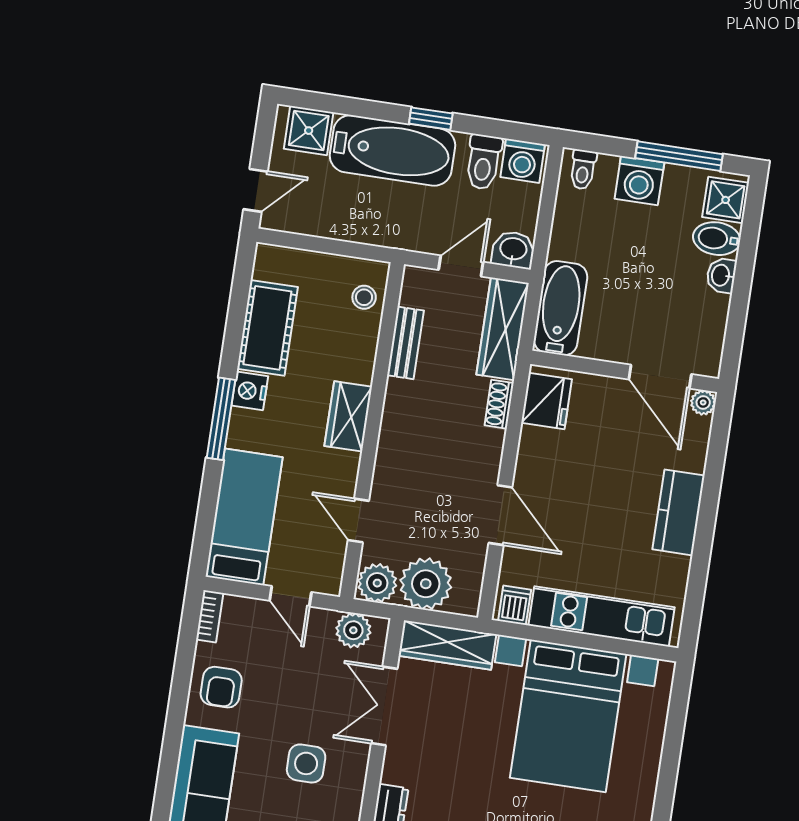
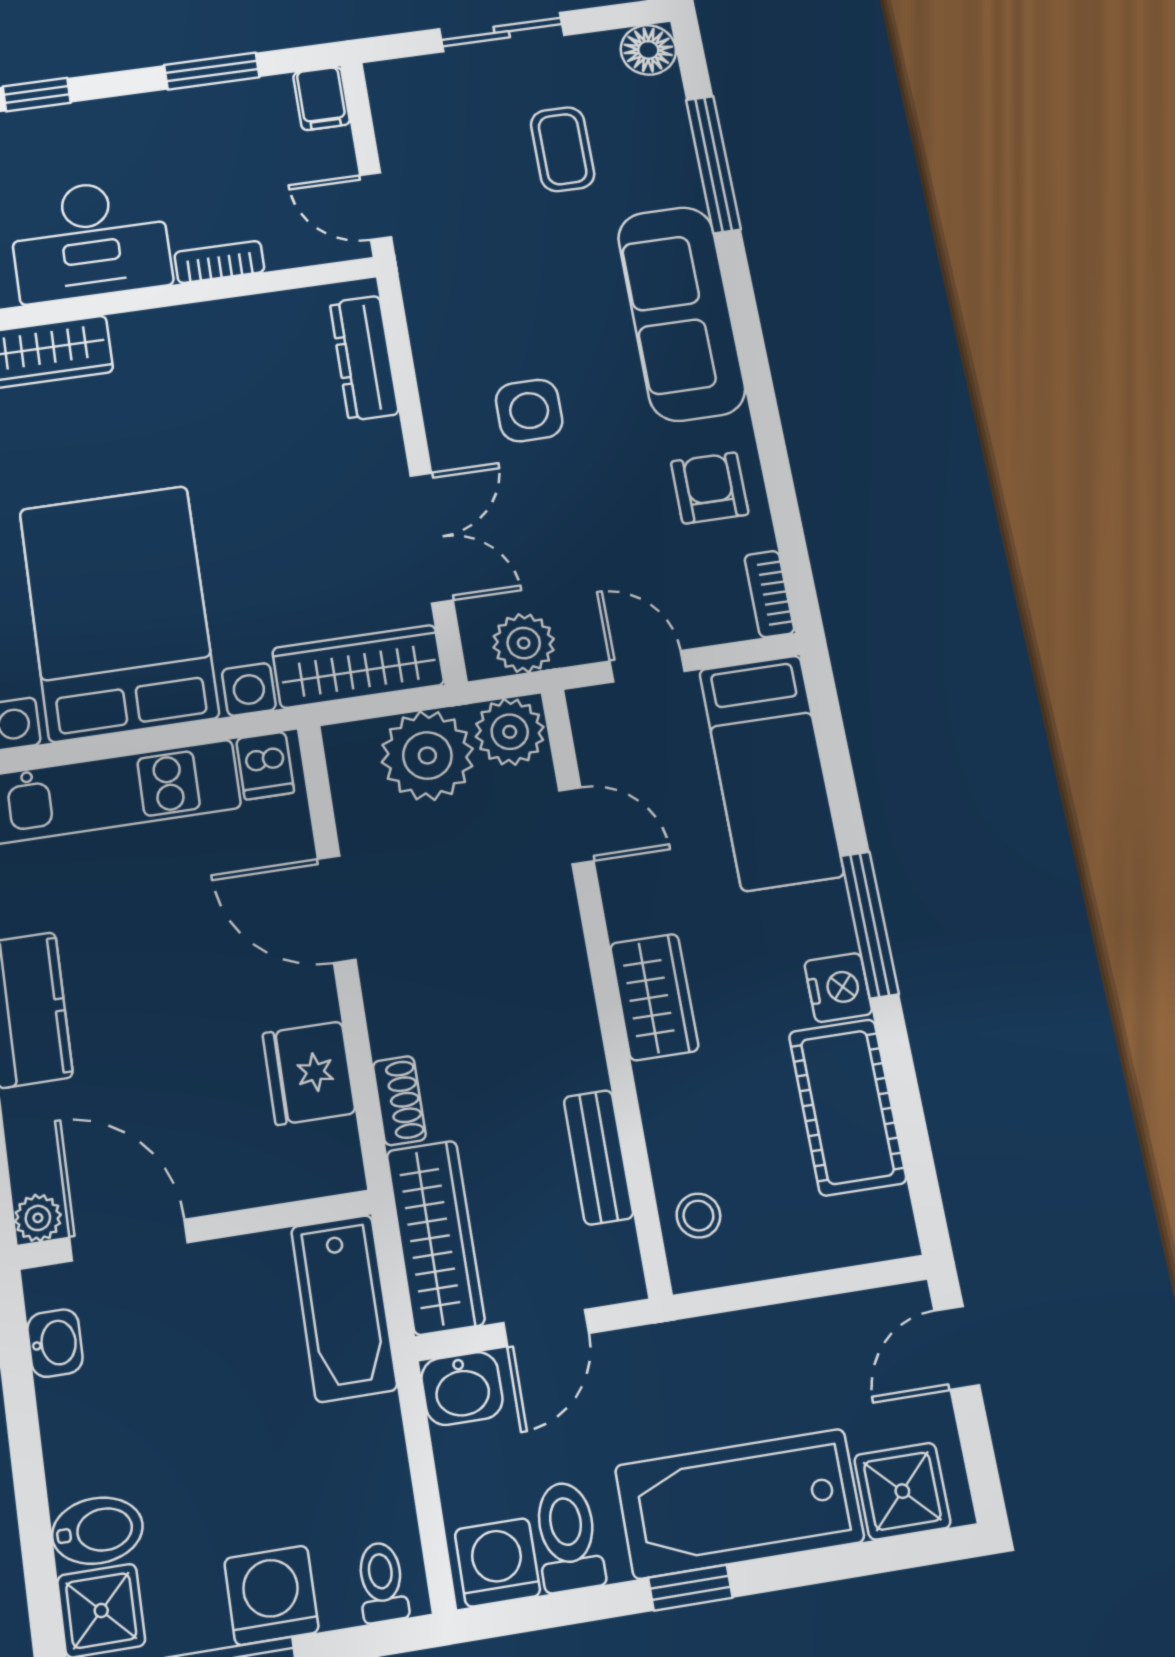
washbasin: (721, 275) -> (55, 1343), moved
fridge: (547, 401) -> (309, 1073), moved

